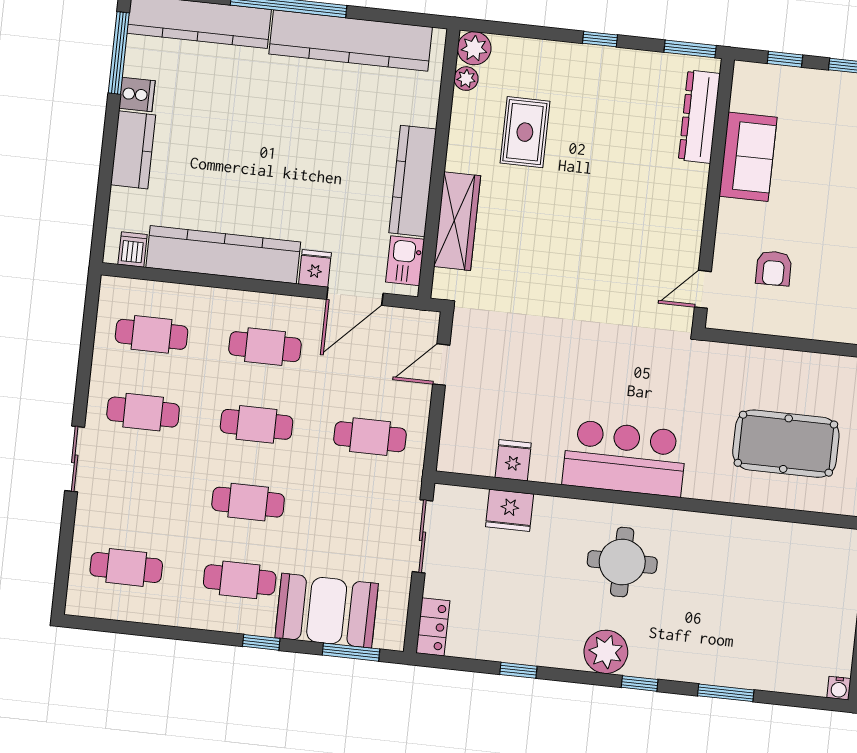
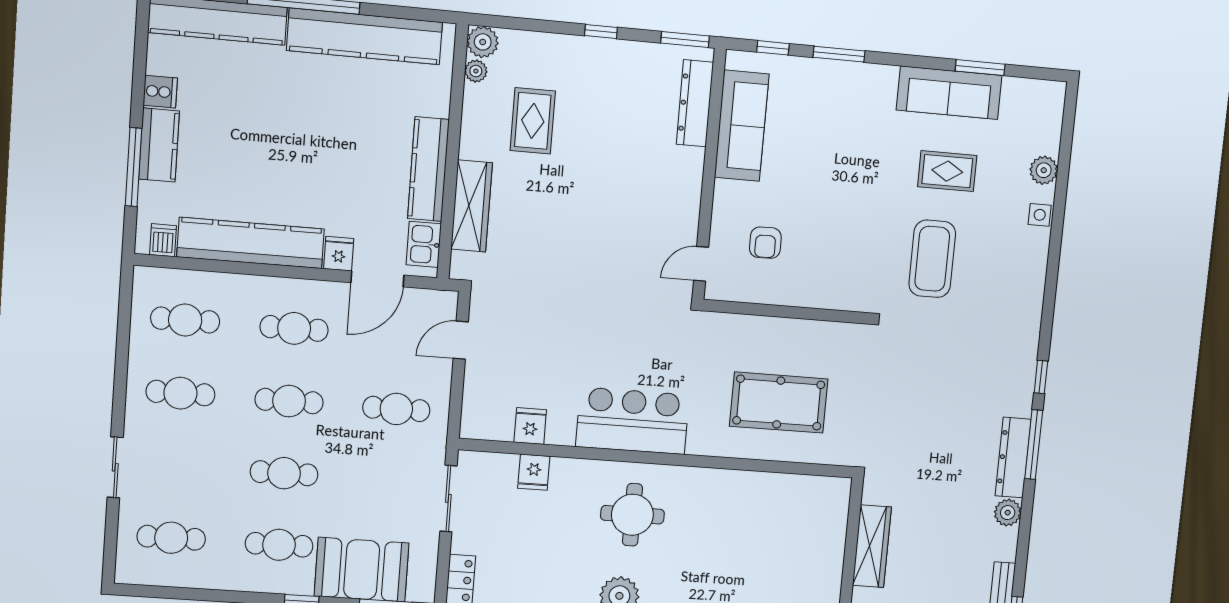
window: (119, 53) -> (133, 167), moved
sofa: (748, 157) -> (742, 126), width x1.36
sliding door: (75, 459) -> (115, 467), moved
fridge: (510, 510) -> (534, 472), width x0.72

